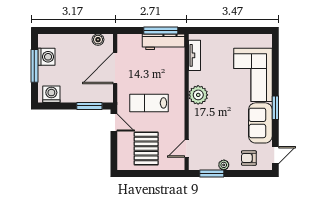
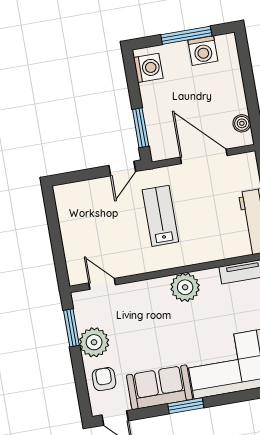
pallet: (146, 149) -> (92, 223), removed
plant: (224, 165) -> (94, 342), width x1.87, depth x1.87

